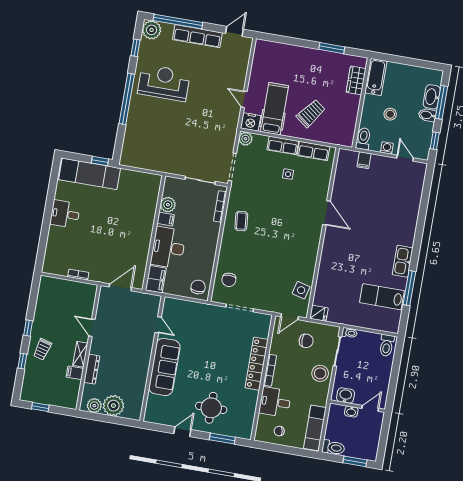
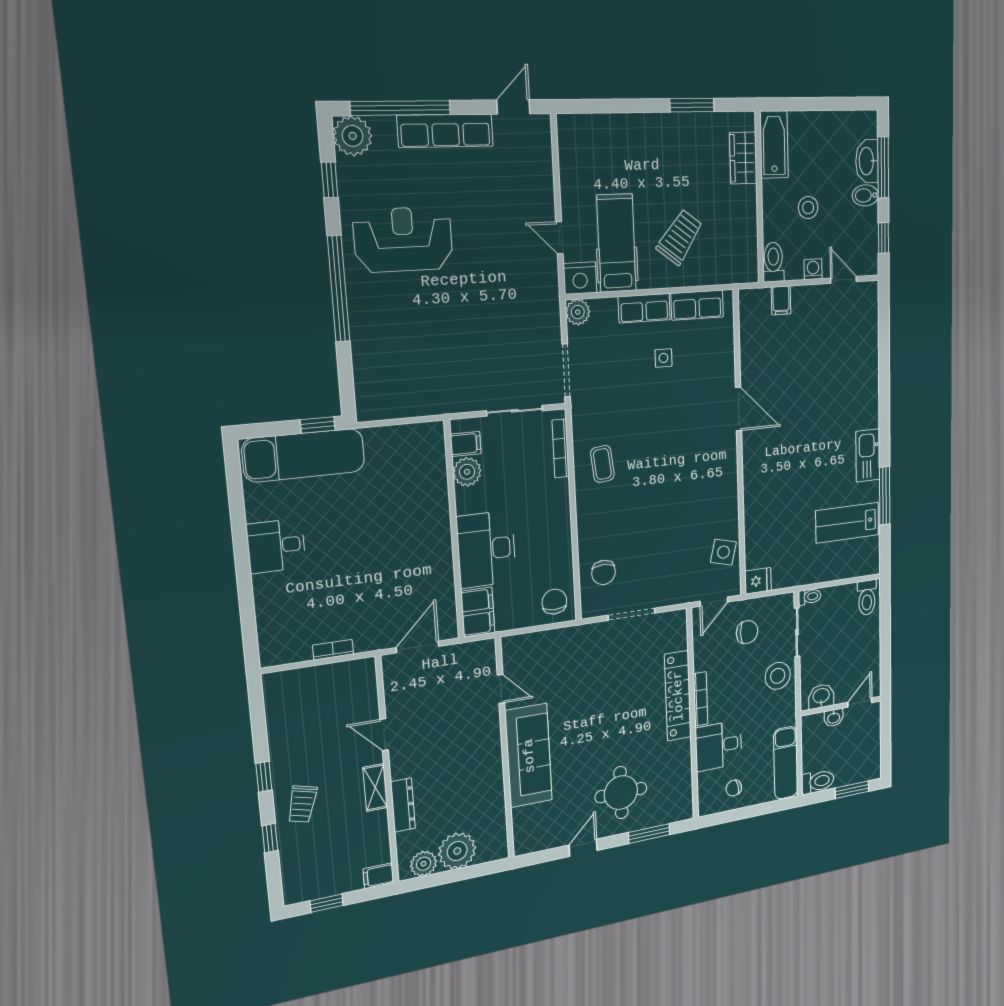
filing cabinet: (166, 219) -> (466, 444), moved
filing cabinet: (75, 373) -> (378, 876), moved

